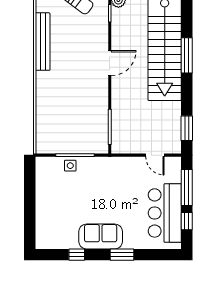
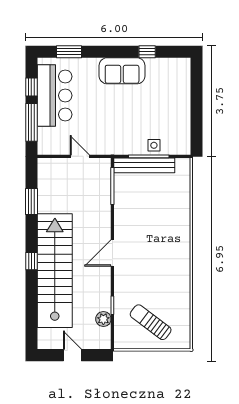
bench: (43, 42) -> (144, 165), moved, turned 90
window: (187, 55) -> (31, 261), width x0.46
window: (187, 128) -> (31, 202), moved
door: (155, 155) -> (80, 156), moved
window: (122, 255) -> (69, 52), moved

